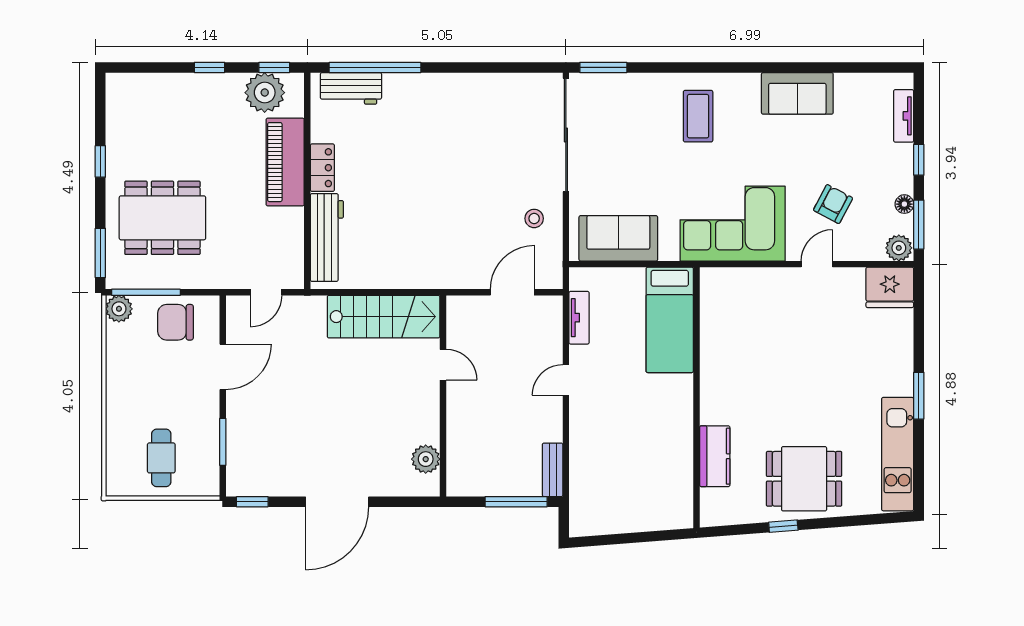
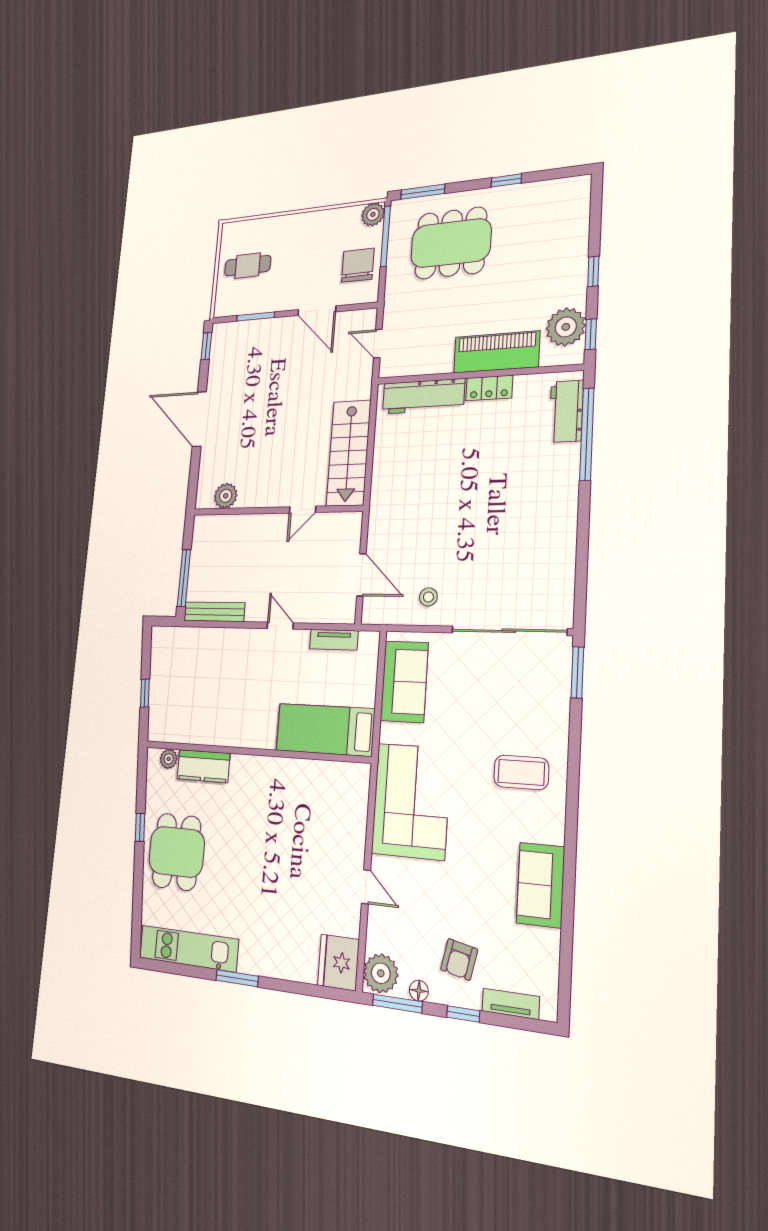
armchair: (833, 204) -> (459, 959), moved, turned 74
dining table: (162, 218) -> (451, 243), turned 90
plant: (899, 248) -> (381, 973), width x1.36, depth x1.36
bench: (553, 470) -> (214, 612), width x1.36
plant: (710, 499) -> (169, 759), added
window: (642, 537) -> (145, 693), added

